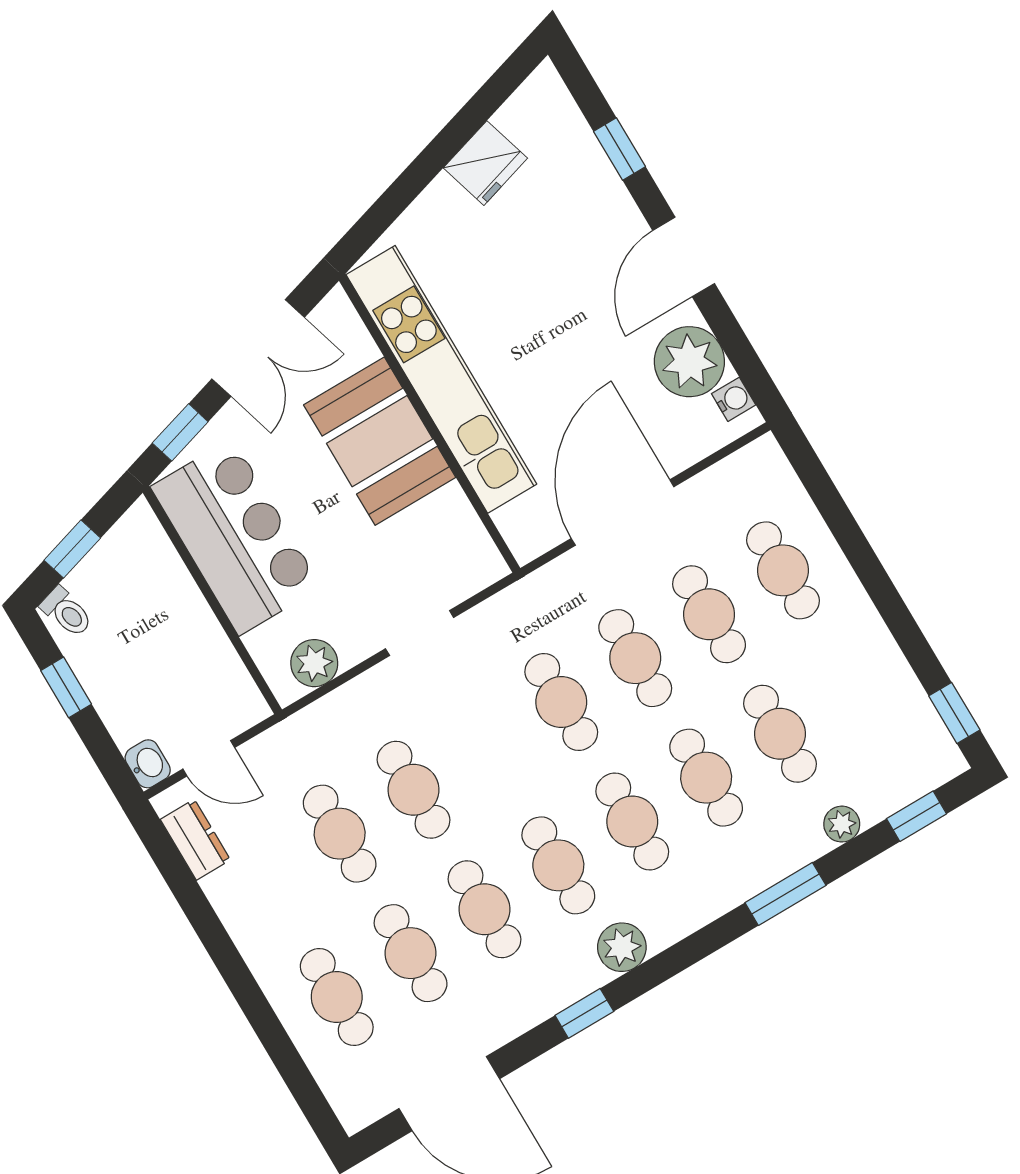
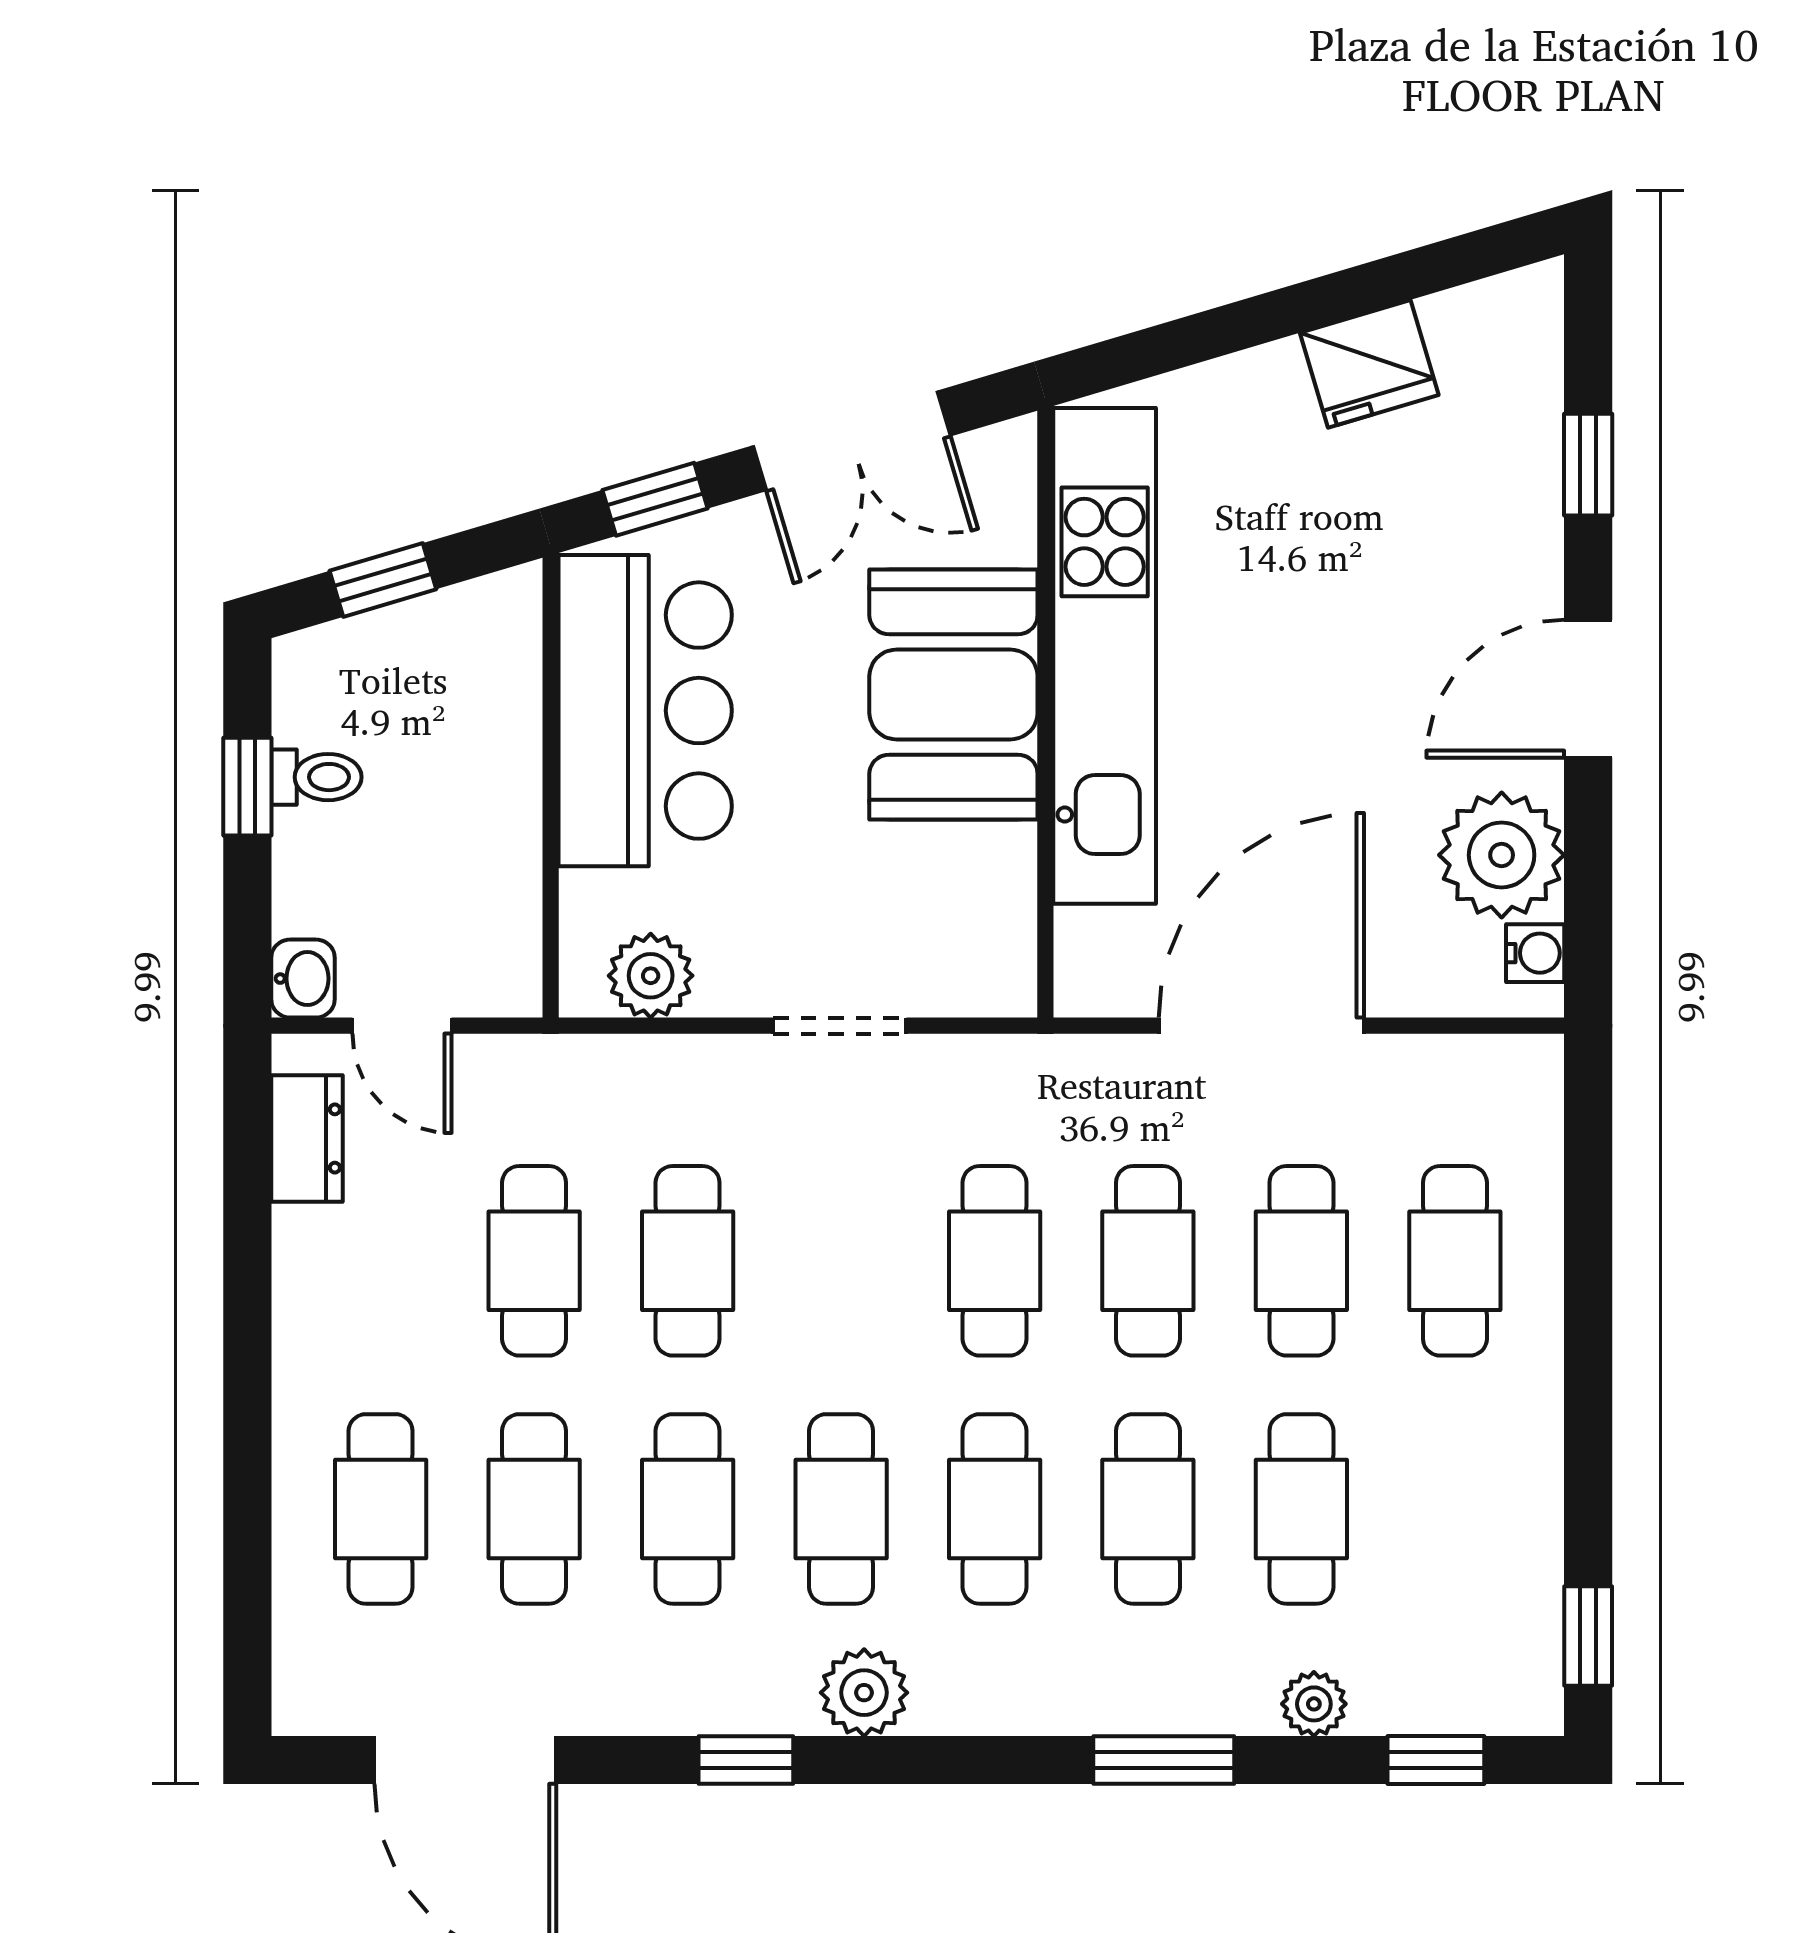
toilet: (67, 612) -> (316, 777), moved, turned -73

